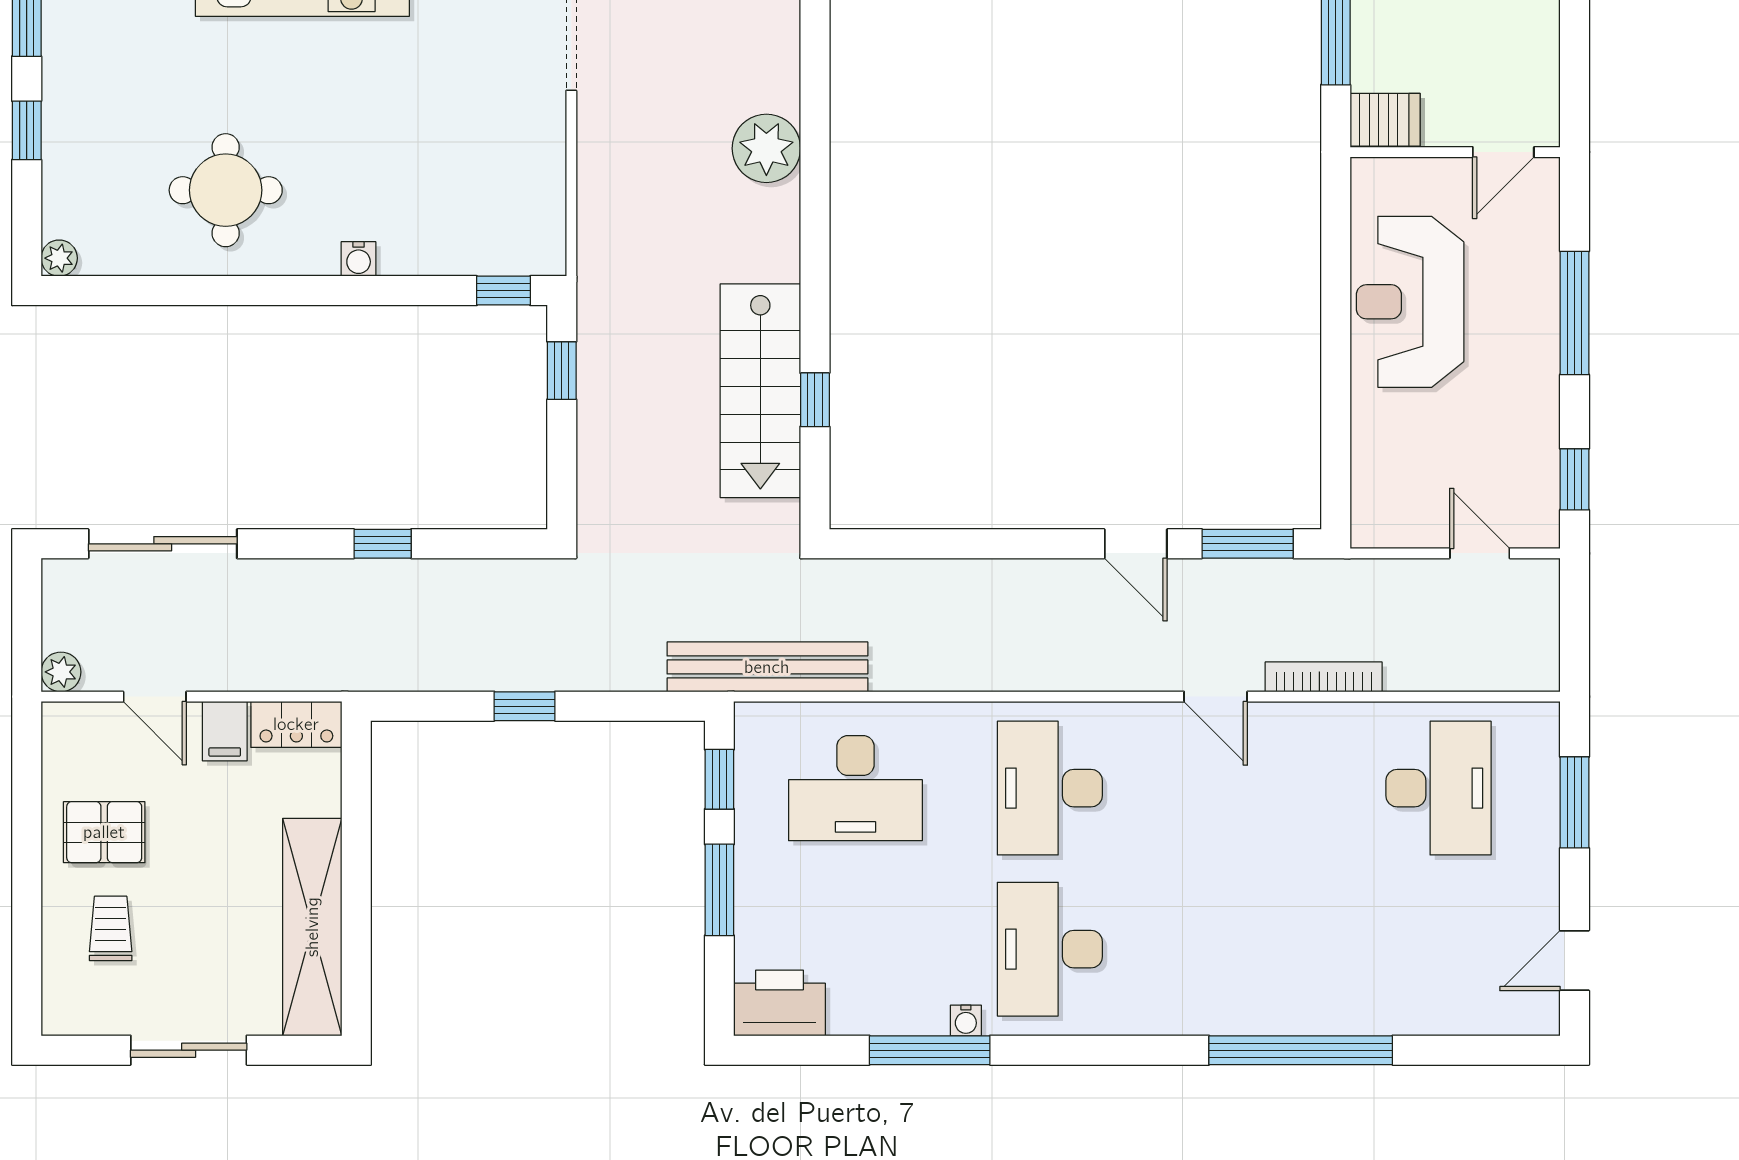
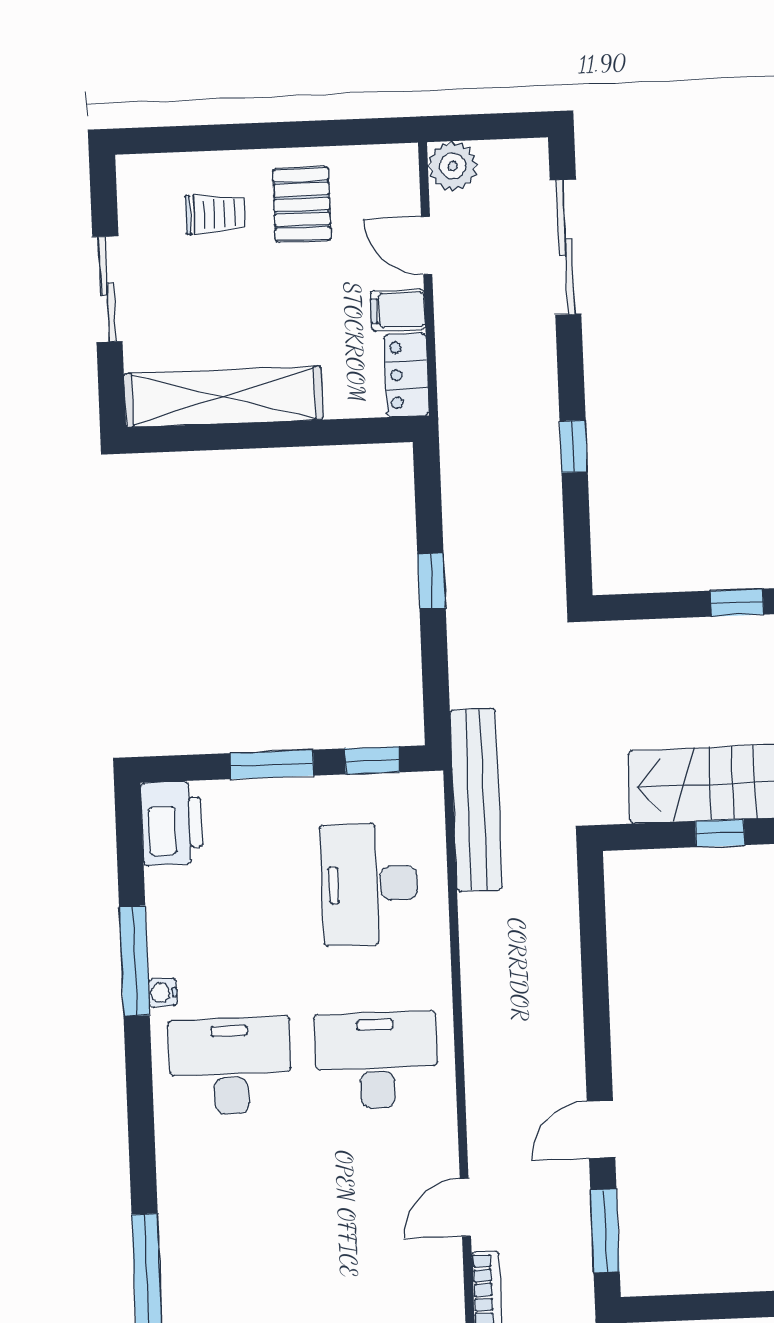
plant: (61, 672) -> (453, 166), width x1.38, depth x1.38
door: (155, 697) -> (427, 245), hinge flipped

